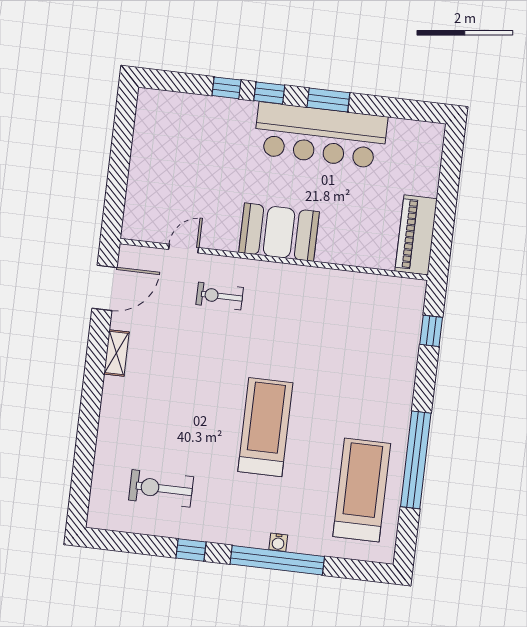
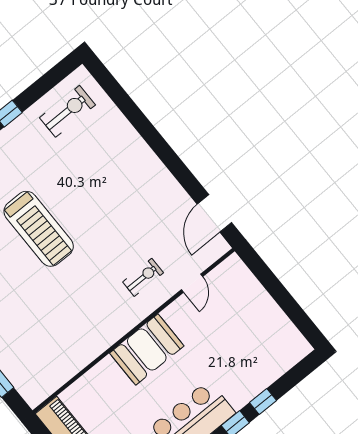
shelving: (117, 353) -> (169, 183), removed
exercise bike: (161, 488) -> (67, 111), moved

